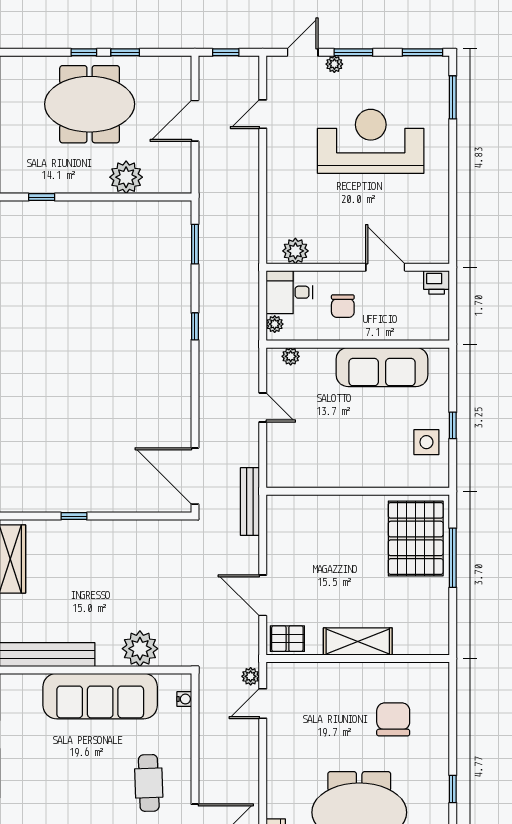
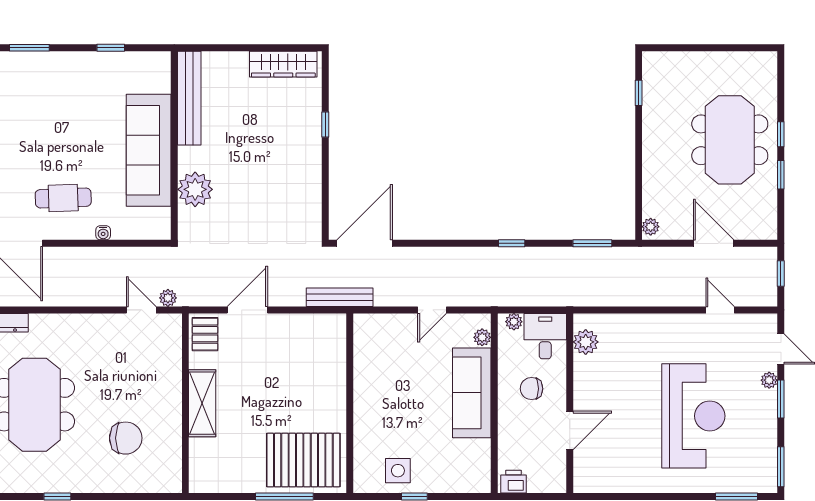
plant: (126, 177) -> (651, 227), moved, width x0.53, depth x0.53
printer: (437, 282) -> (513, 482), moved, turned 90
sofa: (382, 367) -> (472, 393), moved
water cooler: (184, 699) -> (103, 233), moved

